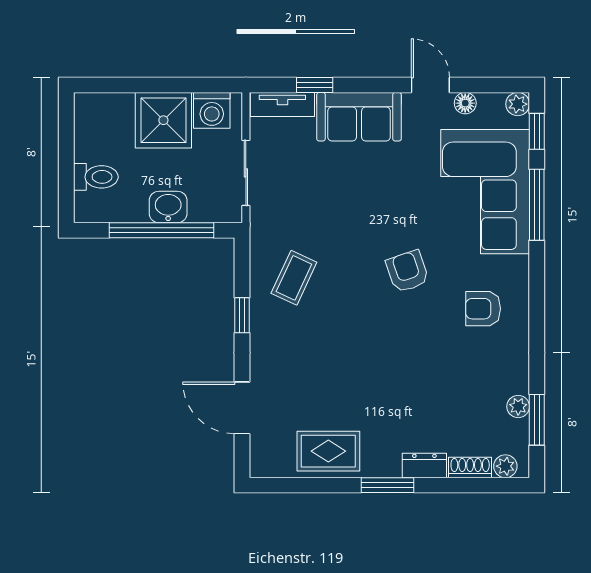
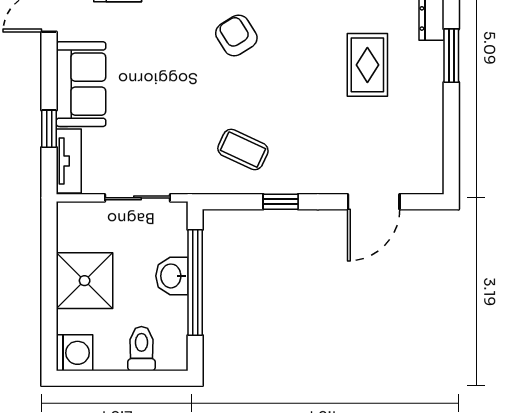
washing machine: (212, 110) -> (75, 353), moved
armchair: (407, 271) -> (236, 35), turned 77
rug: (328, 451) -> (367, 65), moved

